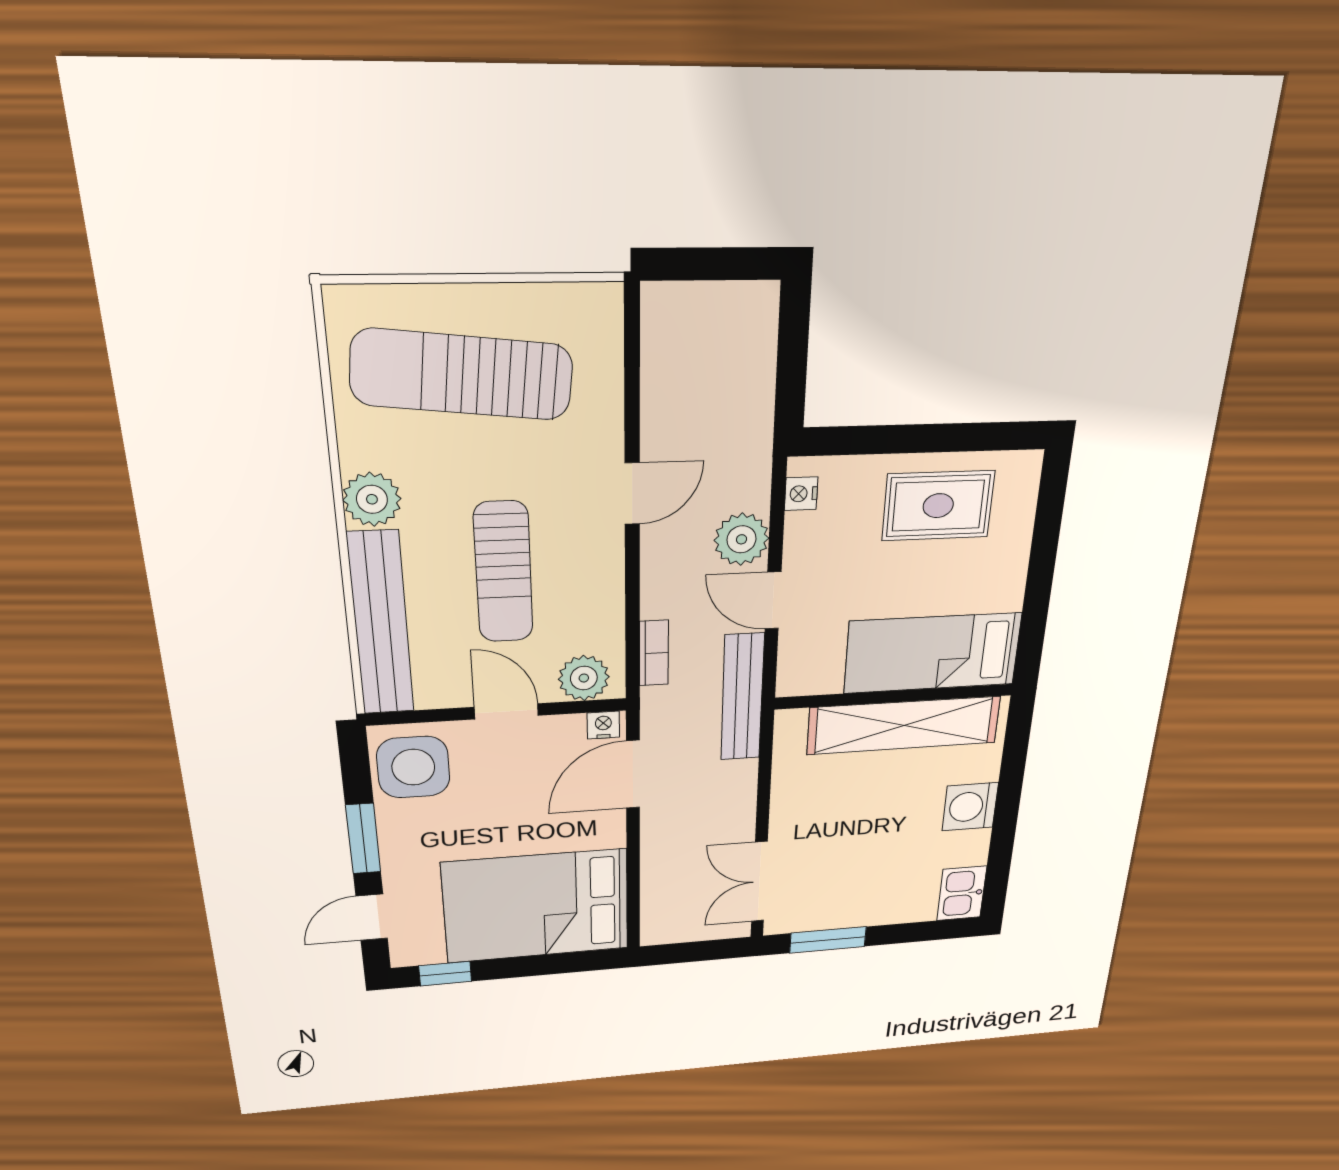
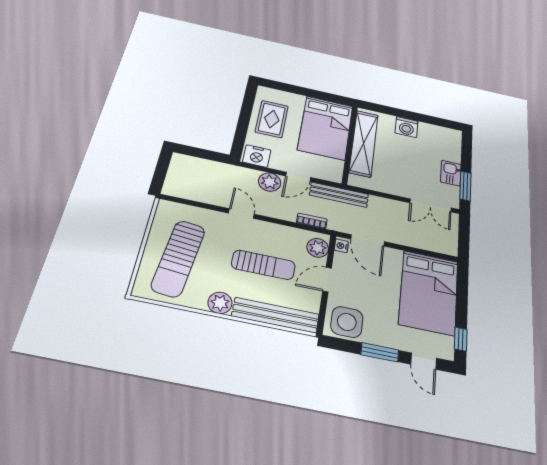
nightstand: (801, 494) -> (257, 156), width x1.89, depth x1.79
bed: (933, 653) -> (325, 128), width x1.50
kitchen sink: (962, 893) -> (451, 173), moved, turned 90

